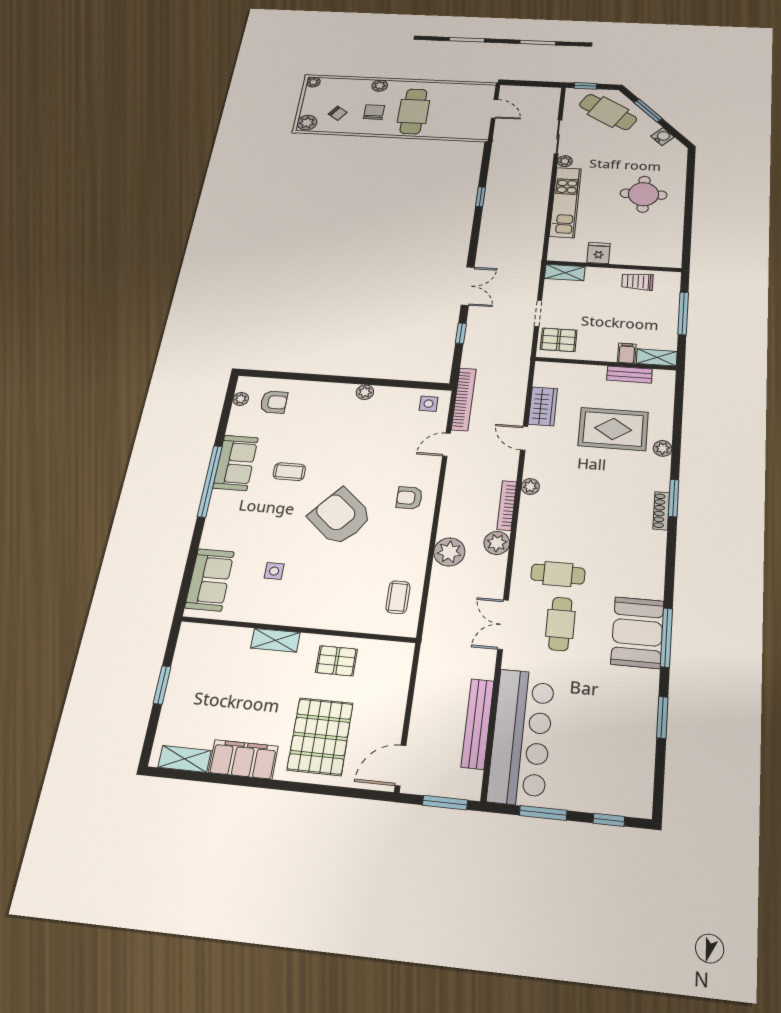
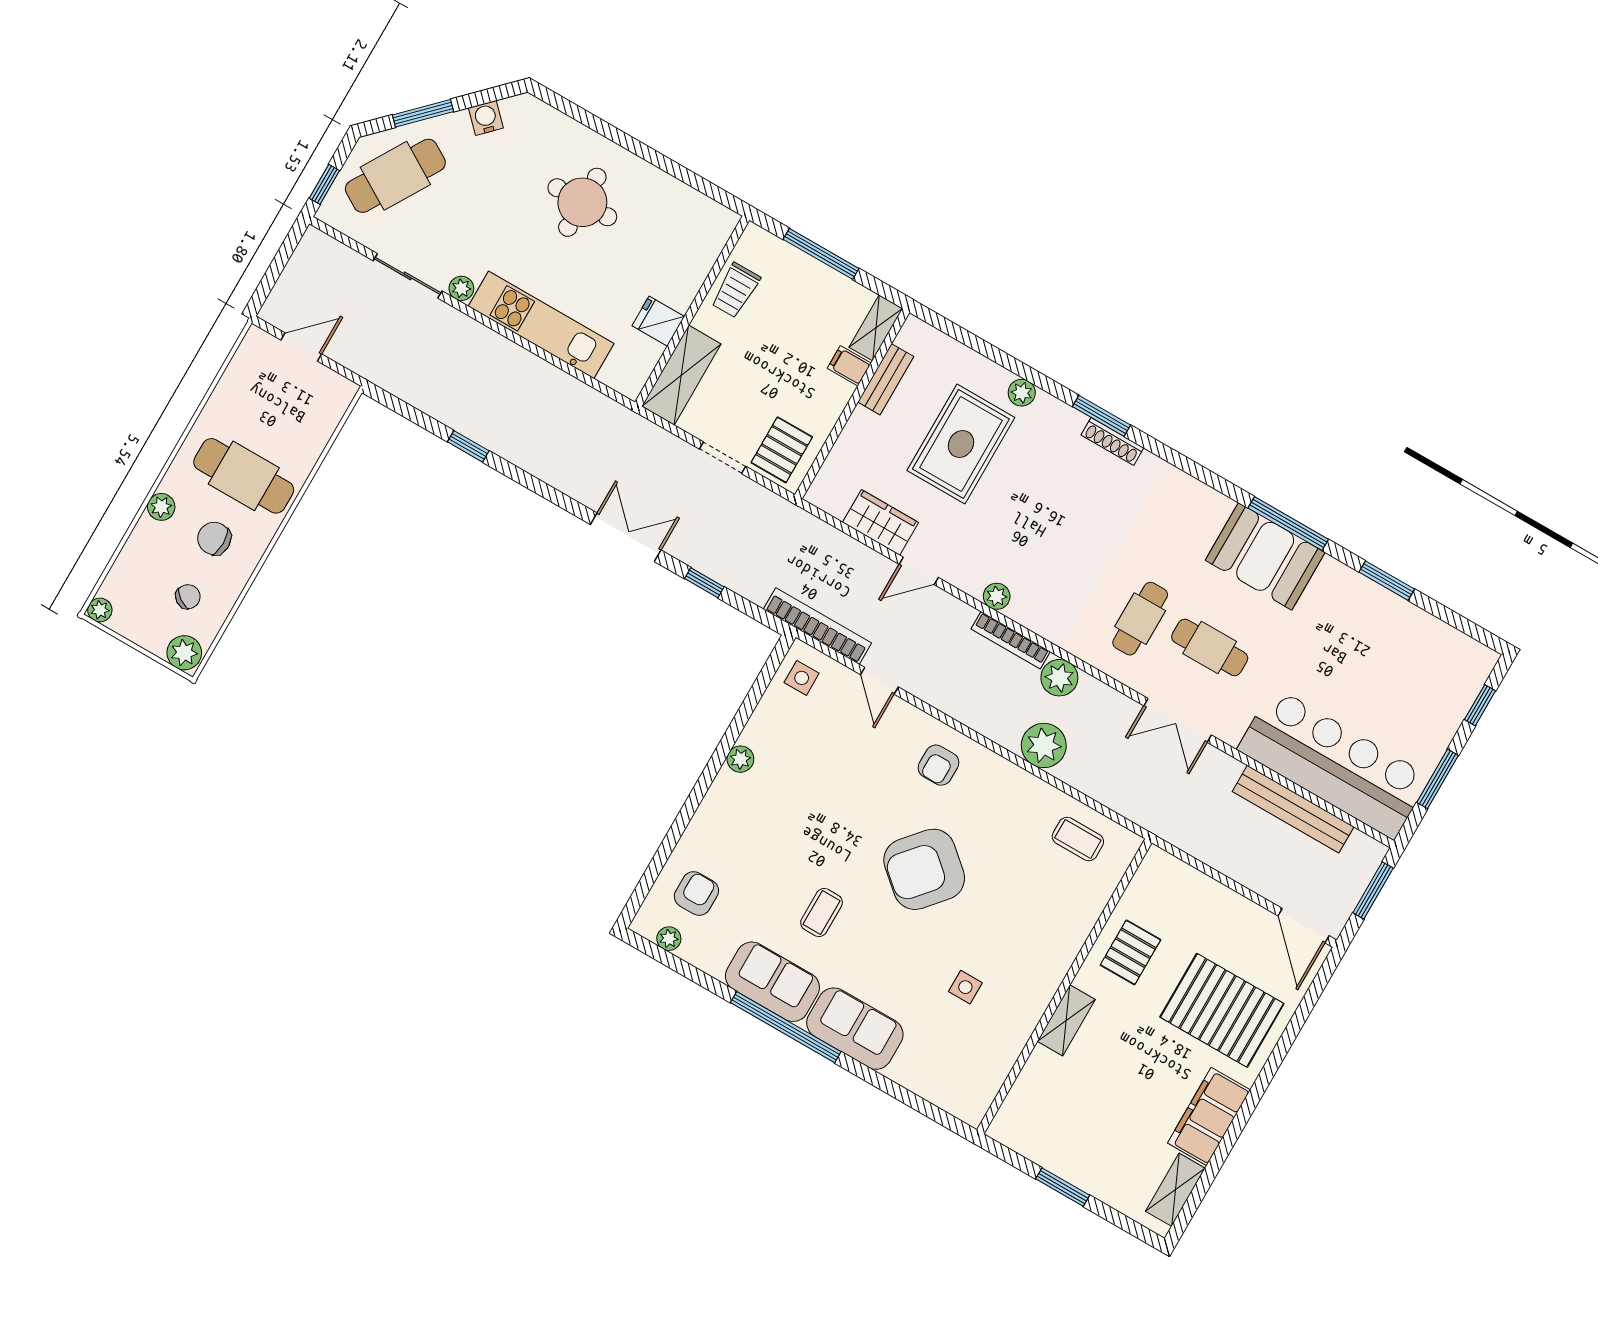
shelving: (565, 273) -> (681, 375), width x1.50, depth x1.33
sofa: (210, 580) -> (855, 1029), moved

